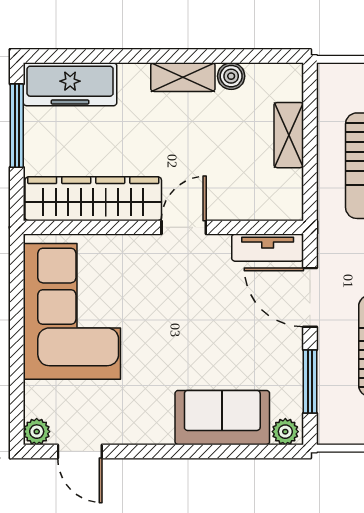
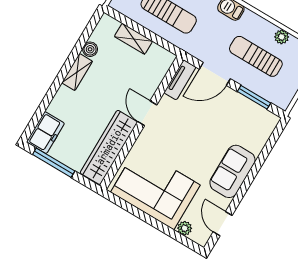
freezer: (70, 84) -> (45, 133), width x0.71
sofa: (222, 418) -> (232, 171), moved
plant: (37, 432) -> (185, 228), moved
plant: (285, 432) -> (270, 123), removed
door: (80, 451) -> (223, 224), swing flipped

